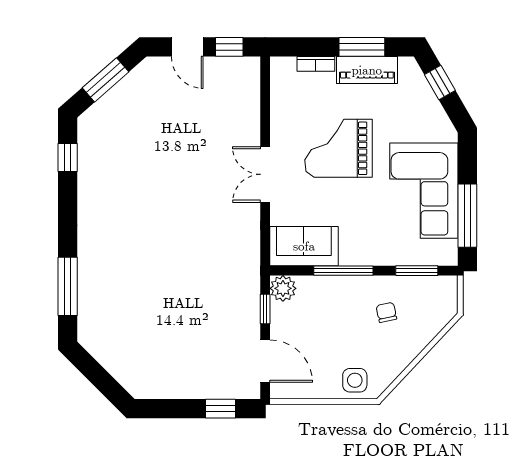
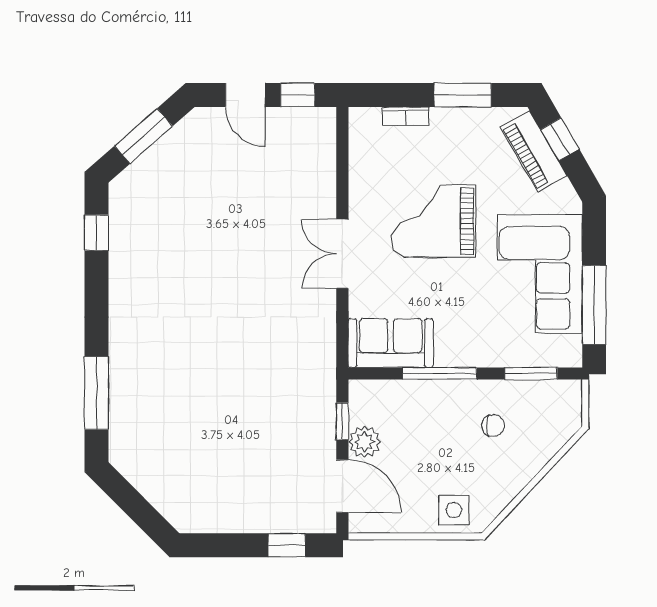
piano: (367, 70) -> (534, 151), moved, turned 60
plant: (283, 288) -> (365, 442), moved
chair: (386, 312) -> (493, 426), turned 102

